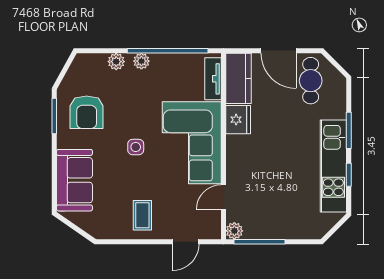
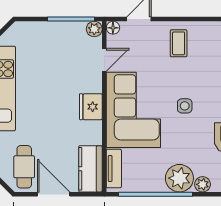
plant: (141, 61) -> (179, 178), width x1.87, depth x1.87
fridge: (238, 120) -> (91, 107), moved
floor lamp: (214, 232) -> (113, 28), added

